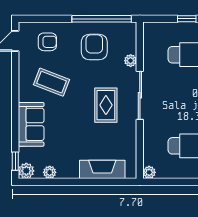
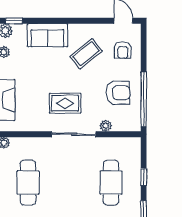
coffee table: (51, 82) -> (86, 54), turned 30

